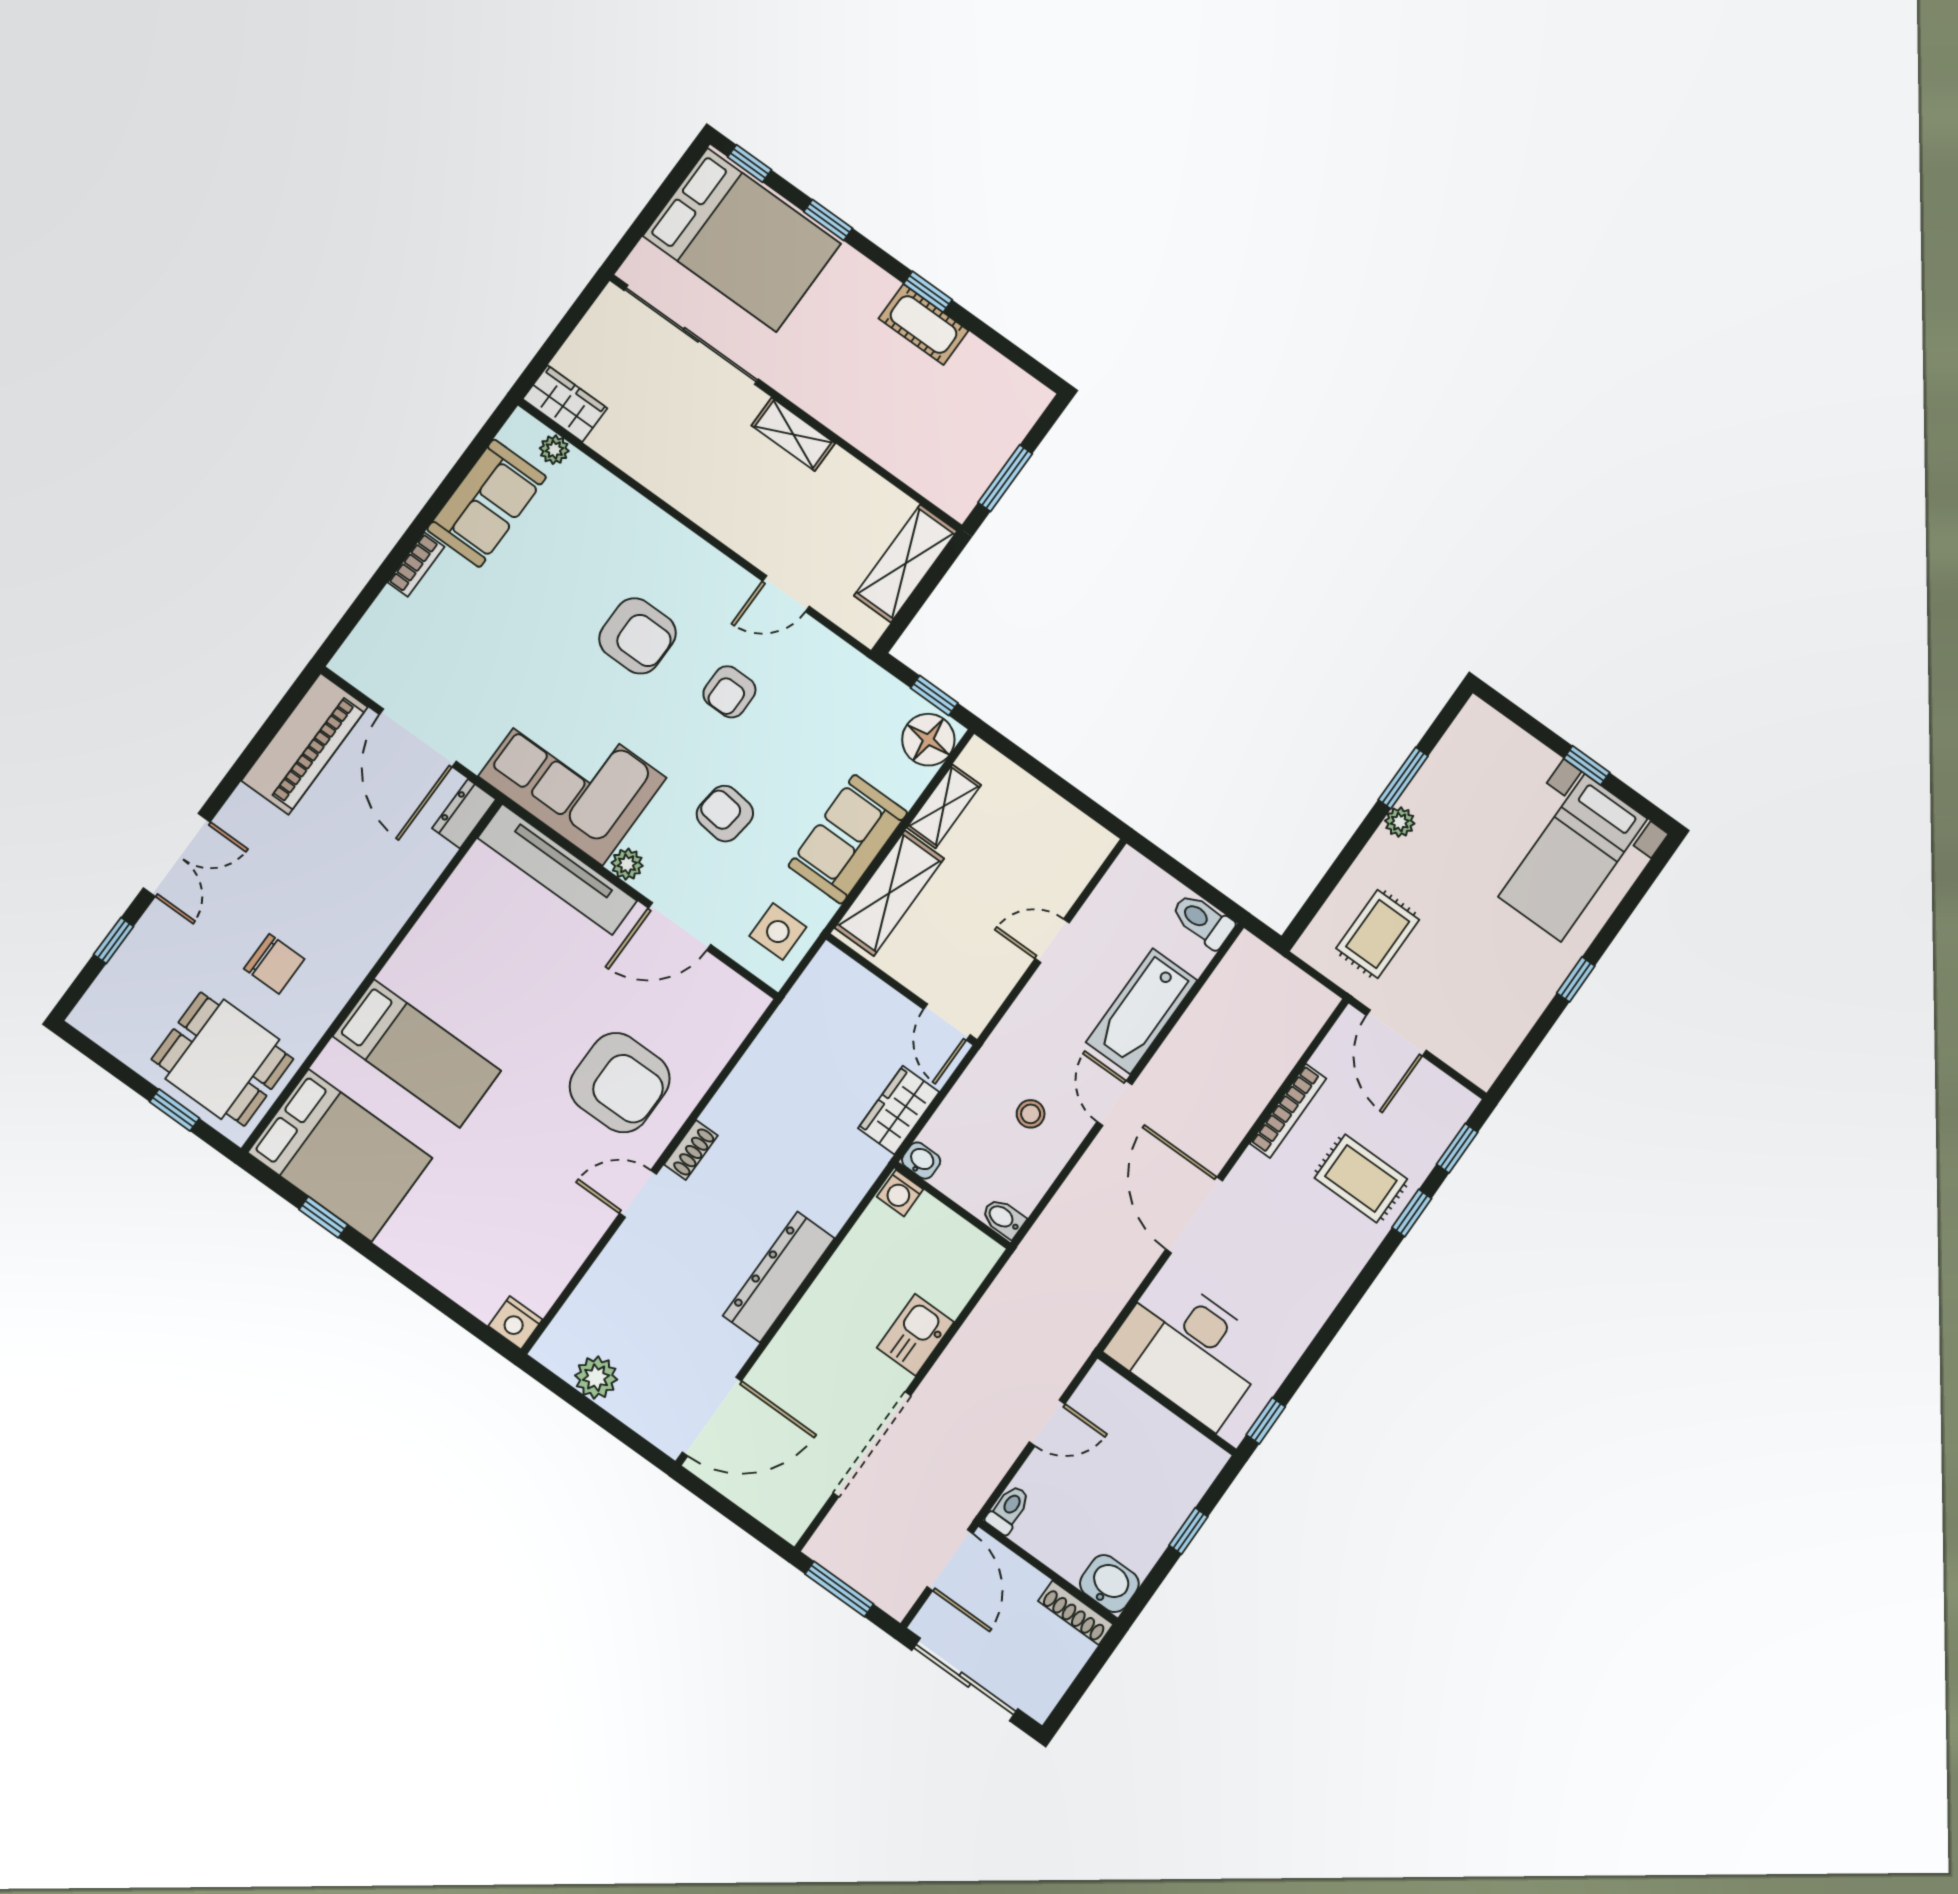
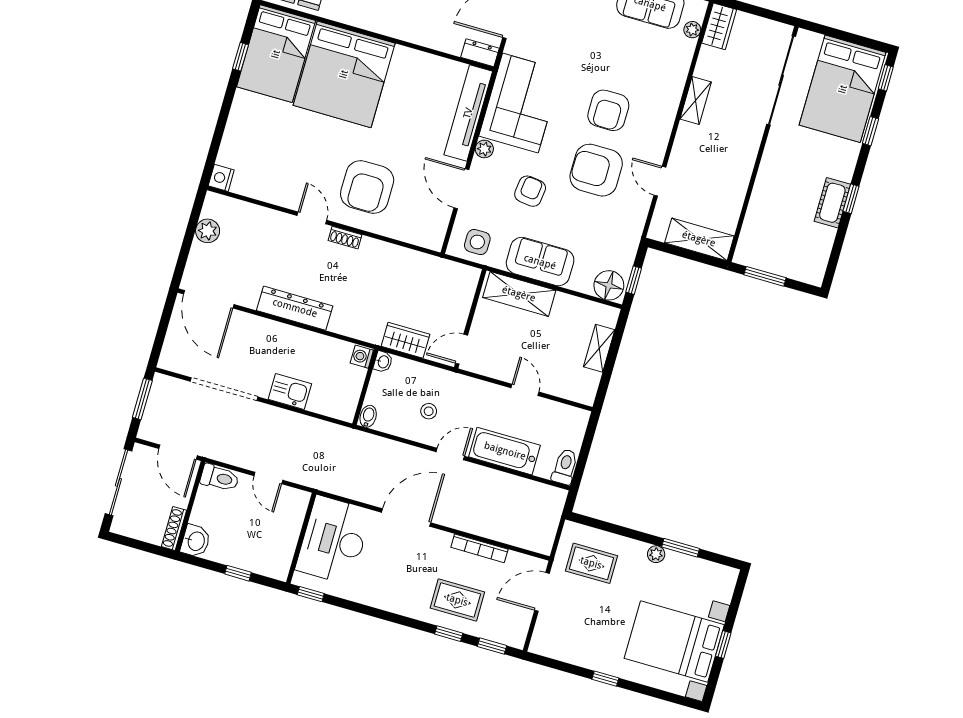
shelving: (793, 434) -> (696, 101), moved
armchair: (729, 692) -> (596, 170), width x1.88, depth x1.88
shelving: (944, 806) -> (599, 348), moved, turned 90
bed with nightstands: (1573, 858) -> (674, 642), width x1.36
bed: (417, 1053) -> (344, 74), width x2.04
rug: (1361, 1178) -> (457, 600), turned 90
toilet: (1008, 1510) -> (220, 478), width x1.37, depth x1.39
door: (950, 1560) -> (178, 452), hinge flipped

